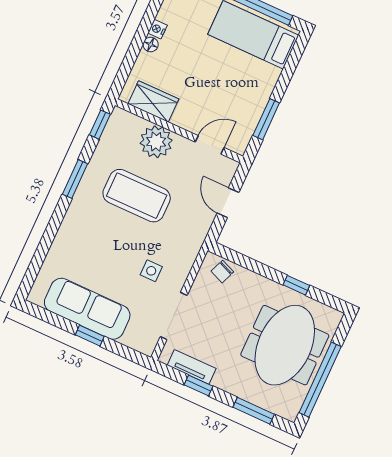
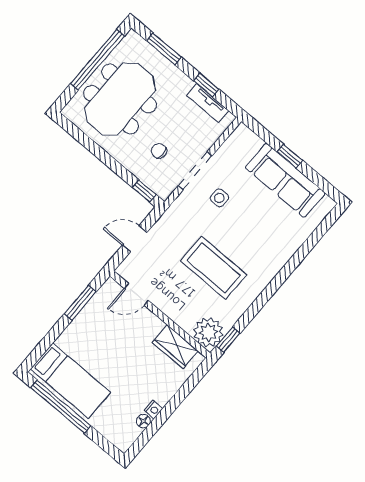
floor lamp: (151, 45) -> (143, 421), moved
plant: (156, 142) -> (208, 332), moved
window: (75, 179) -> (264, 298), removed
door: (228, 203) -> (135, 239), swing flipped
chair: (222, 272) -> (159, 151), moved, turned -112
window: (296, 285) -> (144, 191), moved
doorway: (174, 316) -> (195, 171), moved

